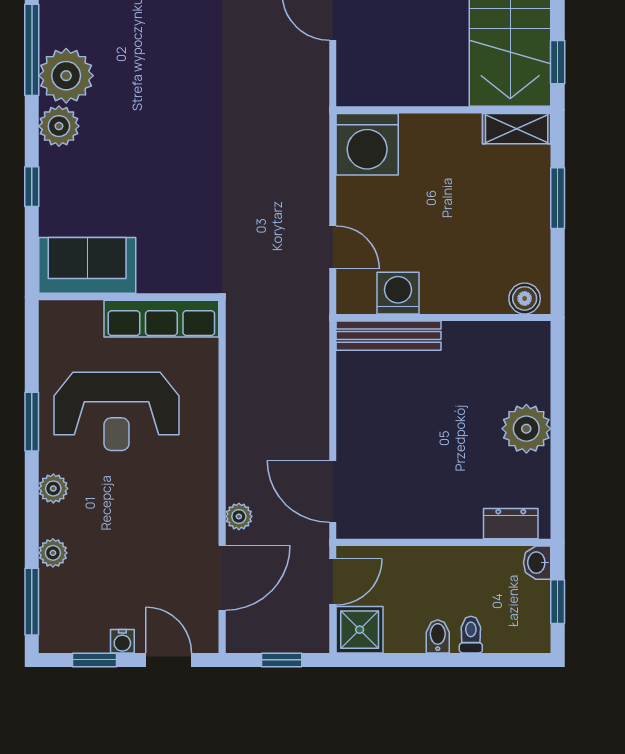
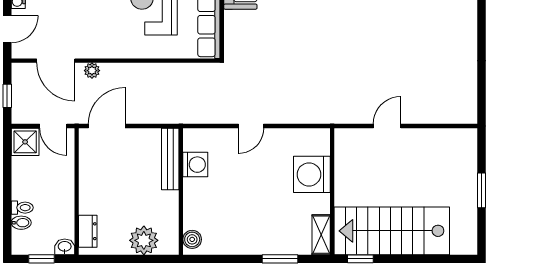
washing machine: (367, 144) -> (312, 174), moved
washing machine: (398, 293) -> (195, 165), moved
boiler: (525, 298) -> (192, 239), moved
wall: (443, 317) -> (181, 191), moved
bench: (389, 336) -> (170, 159), moved
bidet: (438, 636) -> (21, 223), moved

